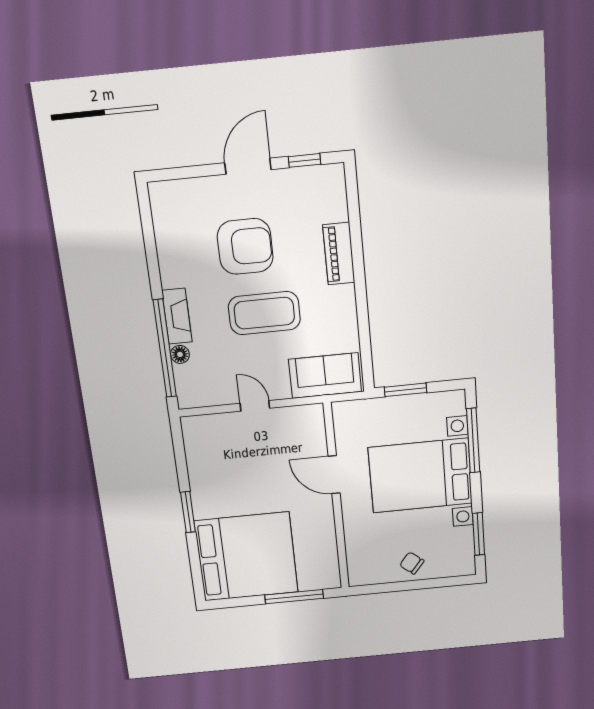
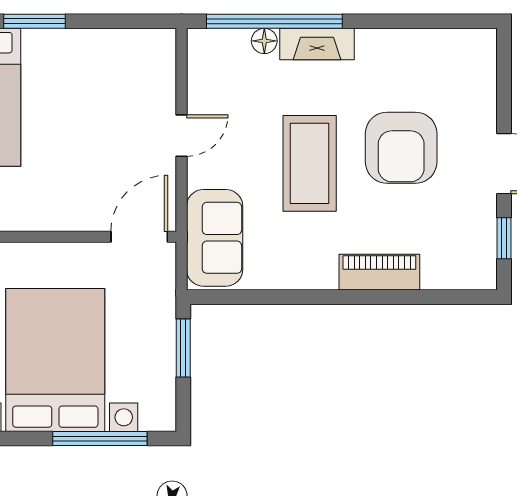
door: (334, 475) -> (139, 237), moved

